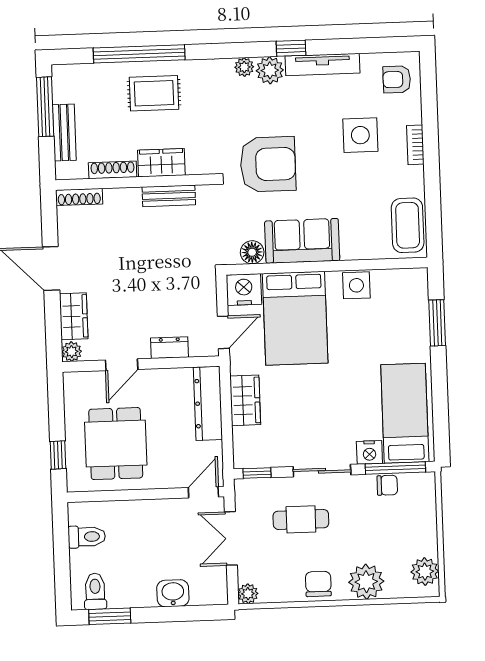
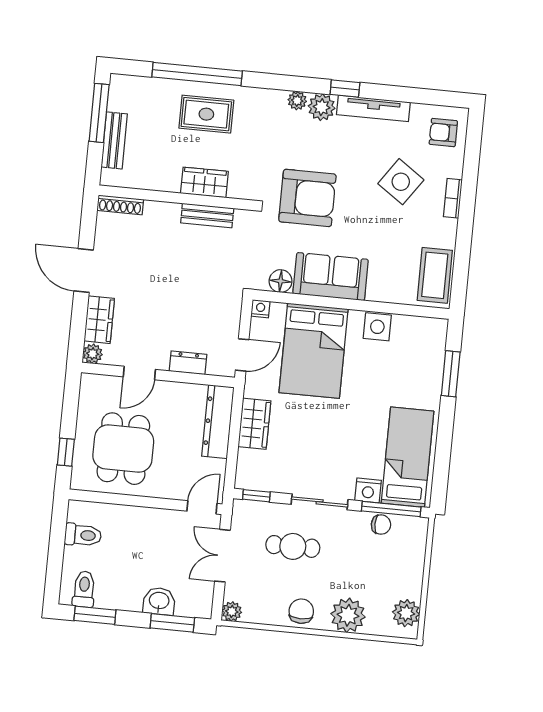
side table: (360, 135) -> (401, 182), turned 35
shoe rack: (113, 170) -> (156, 183), removed
nightstand: (244, 290) -> (260, 309), width x0.53, depth x0.56
window: (189, 613) -> (172, 623), added

